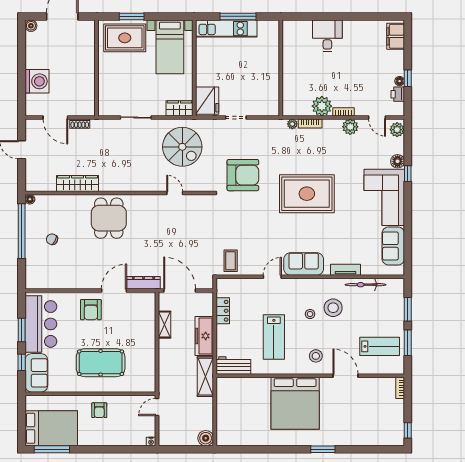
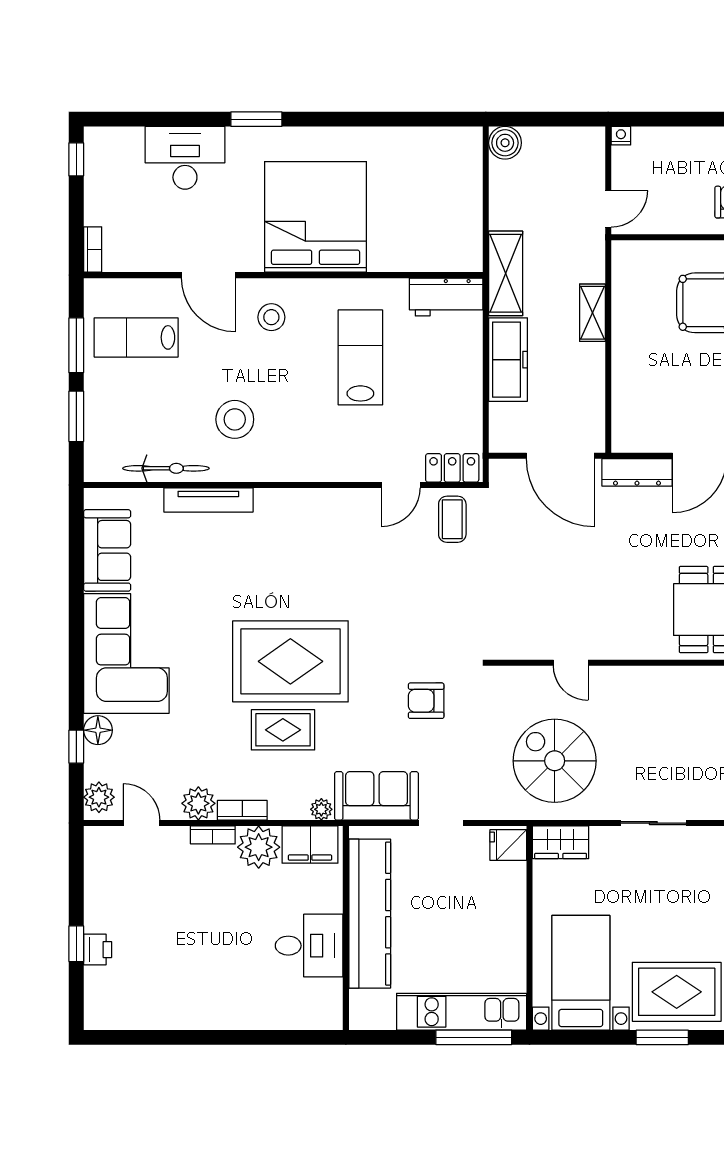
window: (238, 16) -> (474, 1037), moved
desk: (327, 36) -> (309, 946), moved, turned -90
filing cabinet: (396, 36) -> (310, 845), moved, turned 90
kitchen counter: (269, 75) -> (370, 914), added
window: (408, 78) -> (76, 944), moved
floor lamp: (400, 81) -> (94, 900), removed
printer: (398, 94) -> (98, 950), moved
fridge: (207, 101) -> (508, 845), width x0.53, depth x0.75
bookcase: (310, 124) -> (242, 810), moved
rug: (310, 161) -> (283, 730), added
window: (408, 174) -> (76, 747), moved
armchair: (243, 175) -> (426, 701), width x0.53, depth x0.53
sofa: (304, 264) -> (376, 796), moved, turned 180
tv unit: (346, 270) -> (208, 500), width x1.41
door: (272, 277) -> (401, 485), moved
locker: (223, 311) -> (452, 468), moved, turned 90
stool: (310, 314) -> (284, 406), removed
shelving: (164, 325) -> (592, 313), moved
desk: (357, 431) -> (185, 158), added

